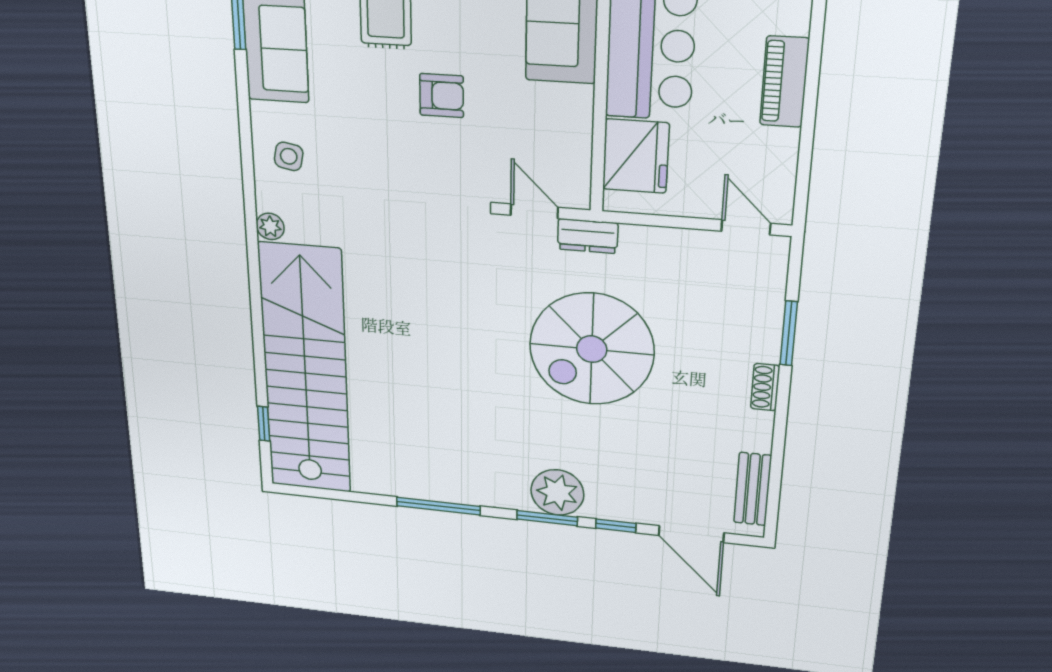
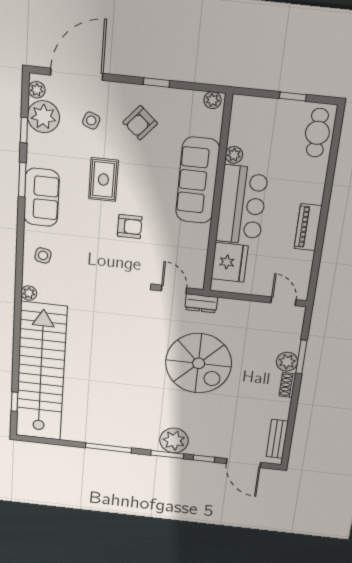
plant: (761, 343) -> (287, 362), added
spiral stairs: (592, 349) -> (199, 363), turned -90

